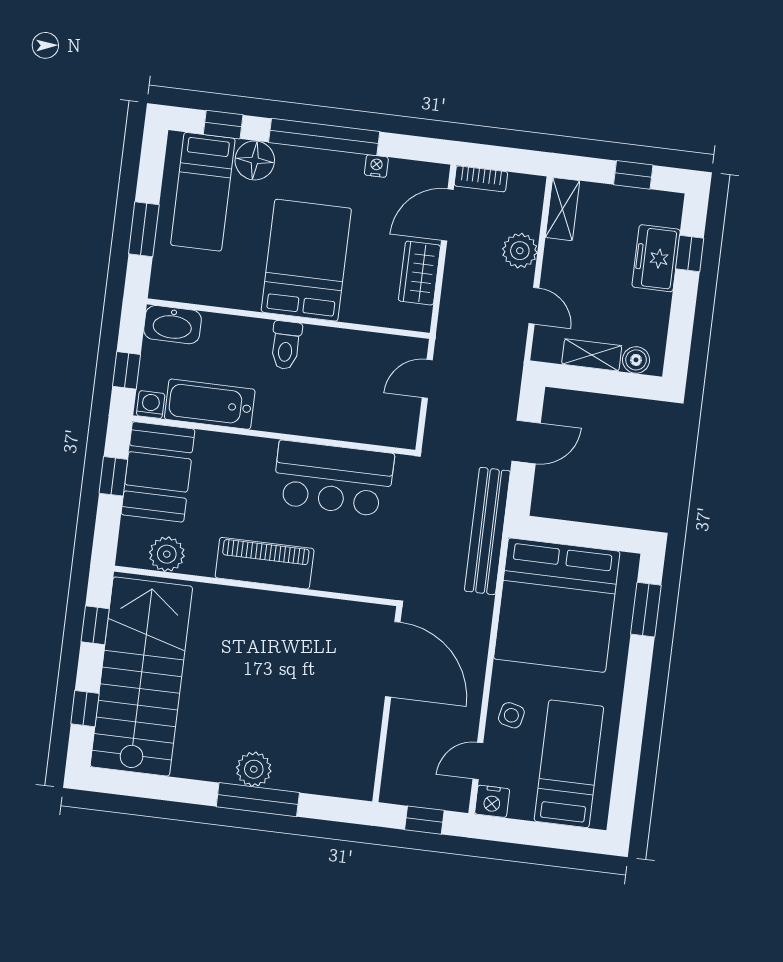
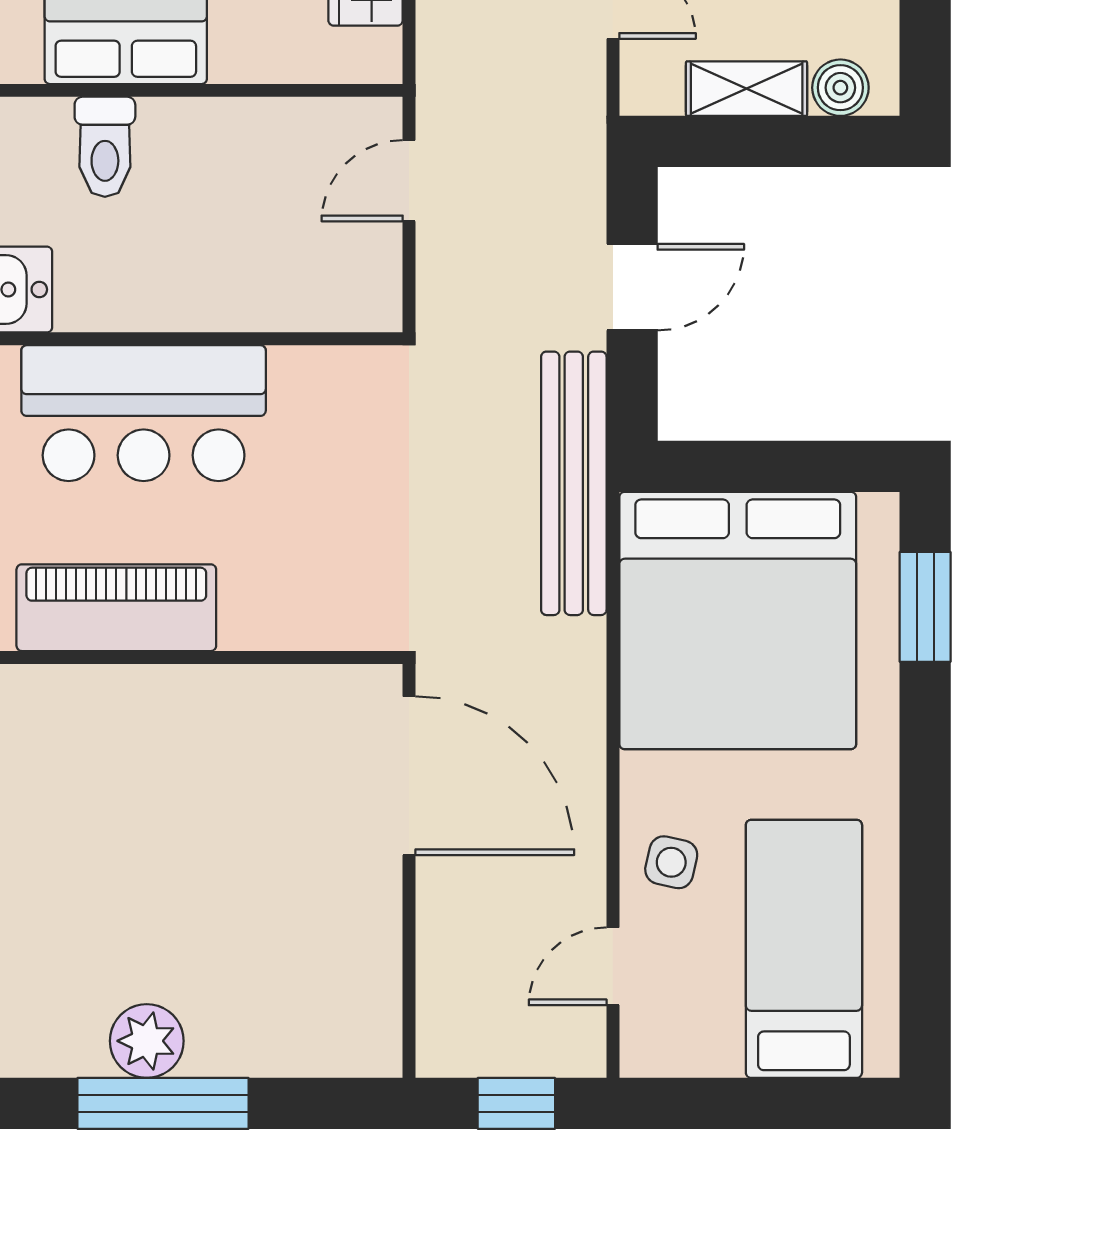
bar counter: (333, 479) -> (144, 413), moved
nightstand: (492, 801) -> (653, 1047), removed

